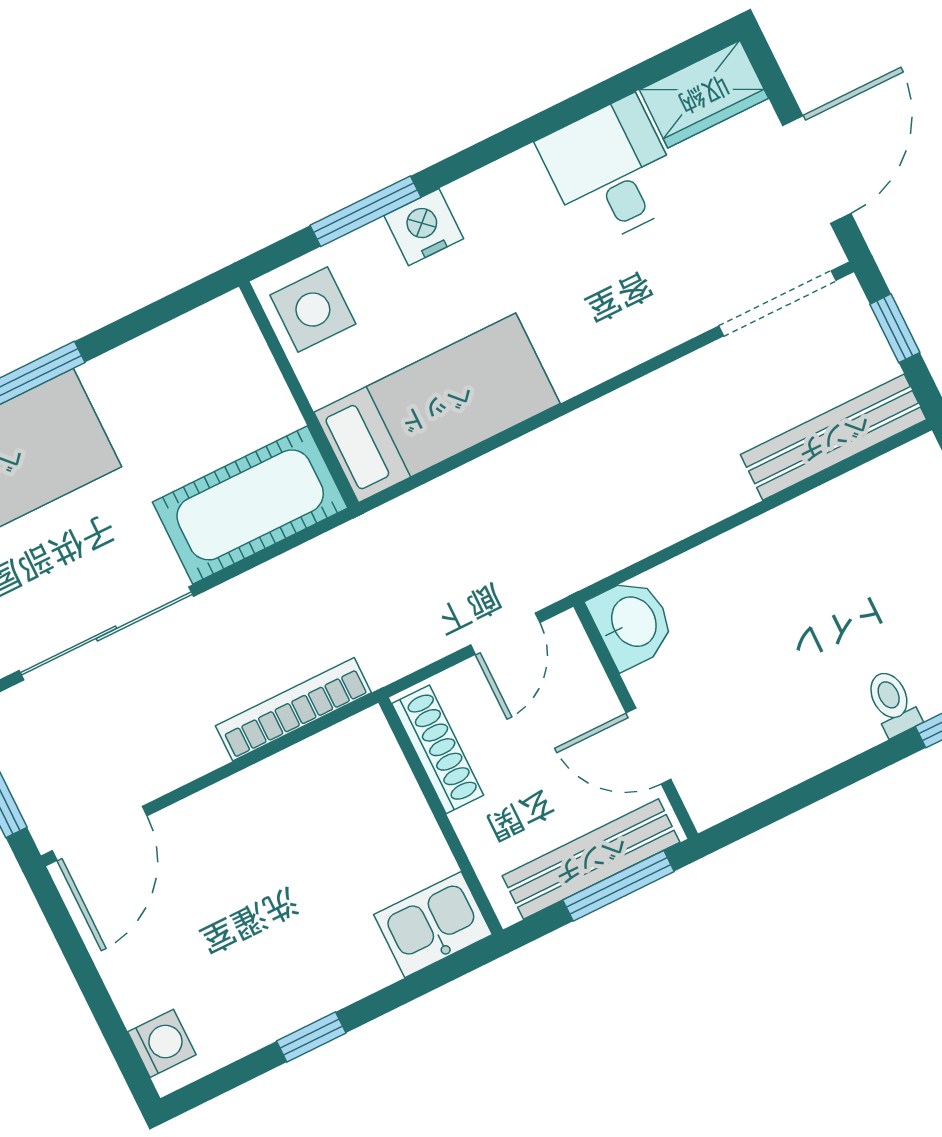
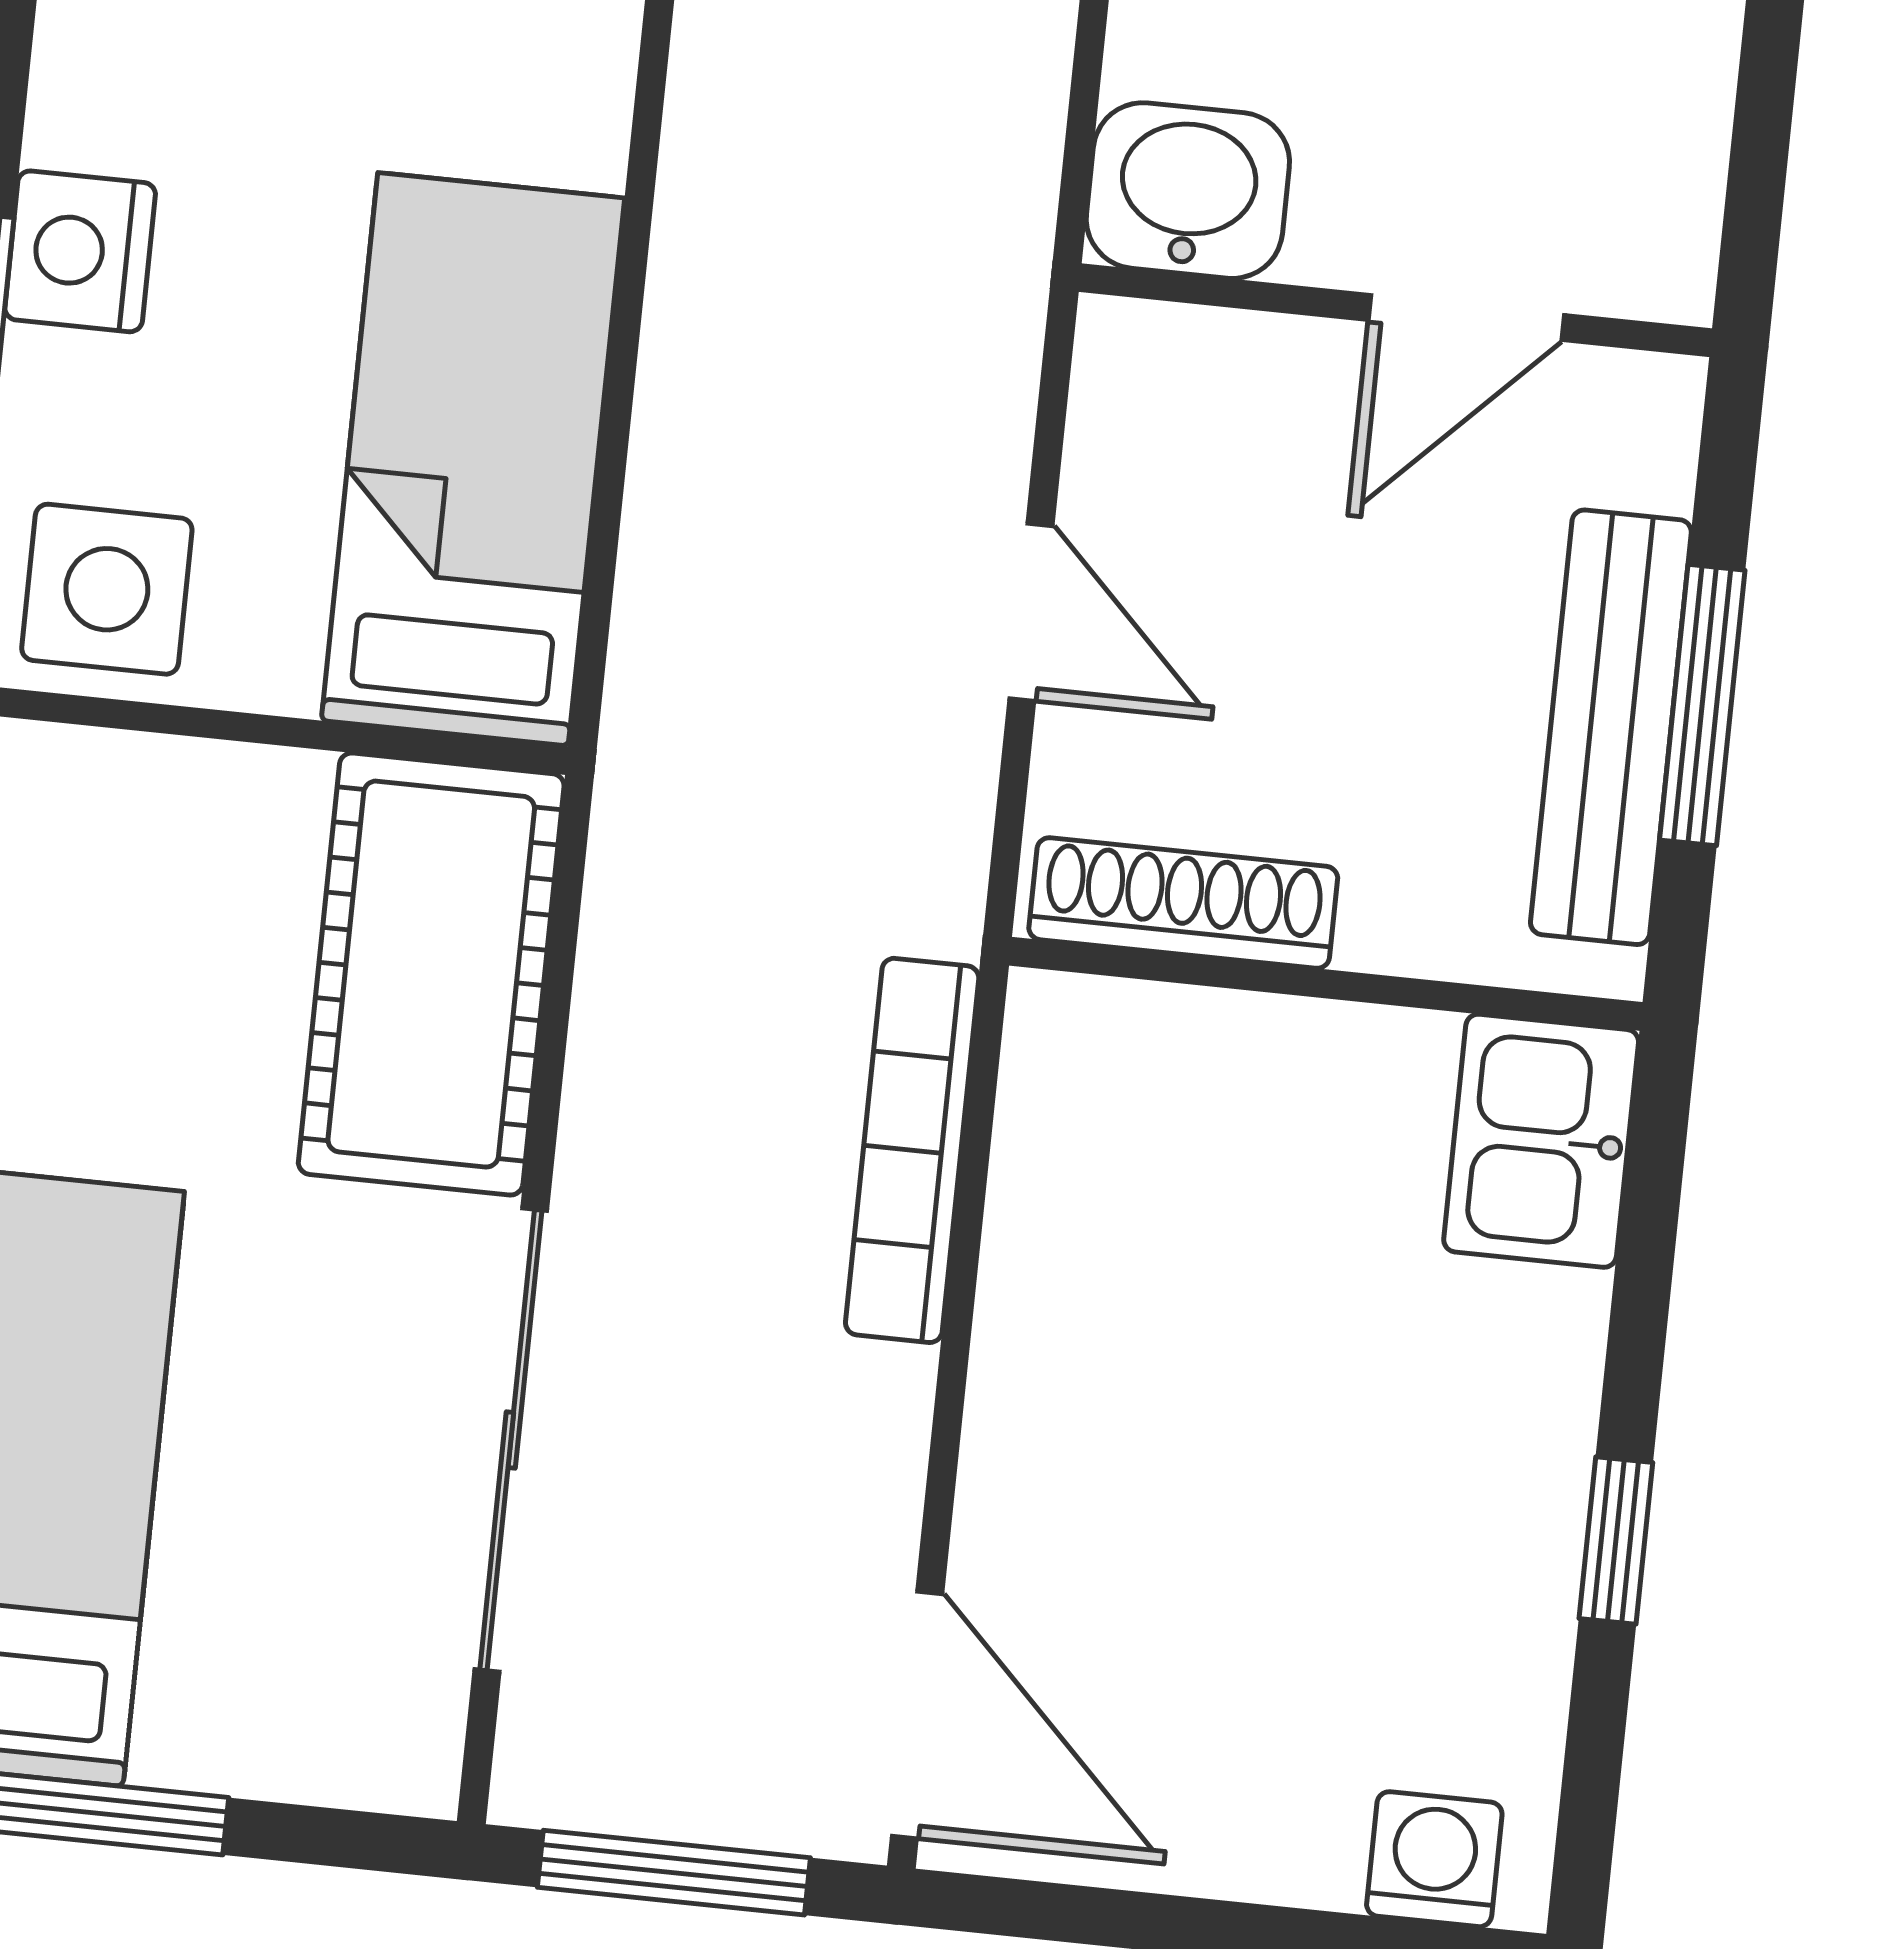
washbasin: (632, 623) -> (1188, 191), moved
wall: (636, 720) -> (1395, 310), moved
door: (649, 746) -> (1466, 317), moved

